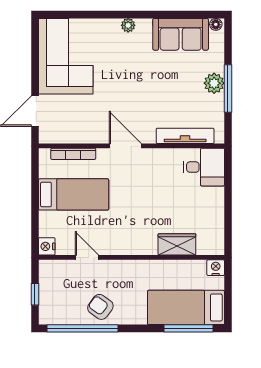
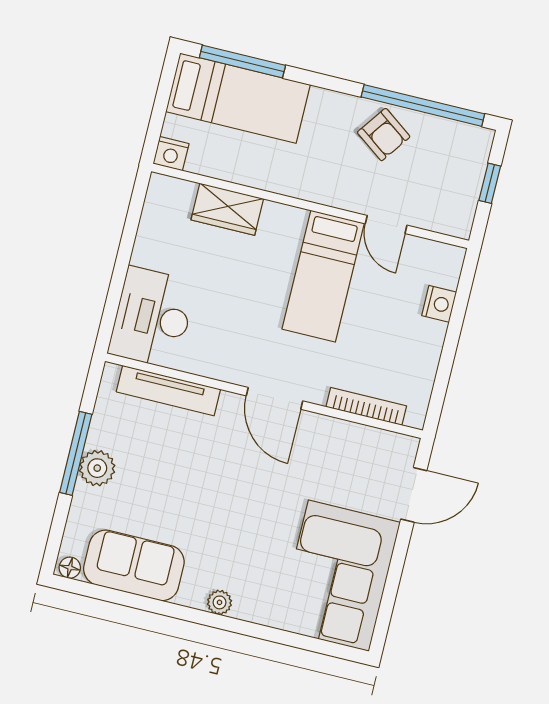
desk: (204, 167) -> (152, 318), width x1.37
bed: (74, 194) -> (323, 276), moved, turned -90
nightstand: (47, 246) -> (439, 304), moved

